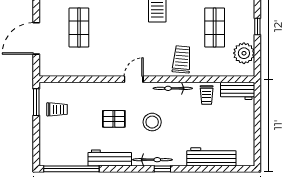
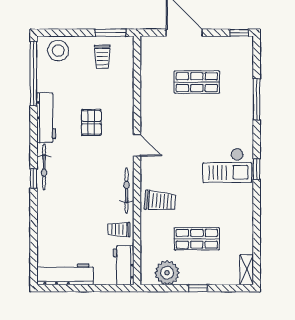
stool: (152, 122) -> (58, 51), moved
workbench: (211, 157) -> (65, 274), moved, turned -90

